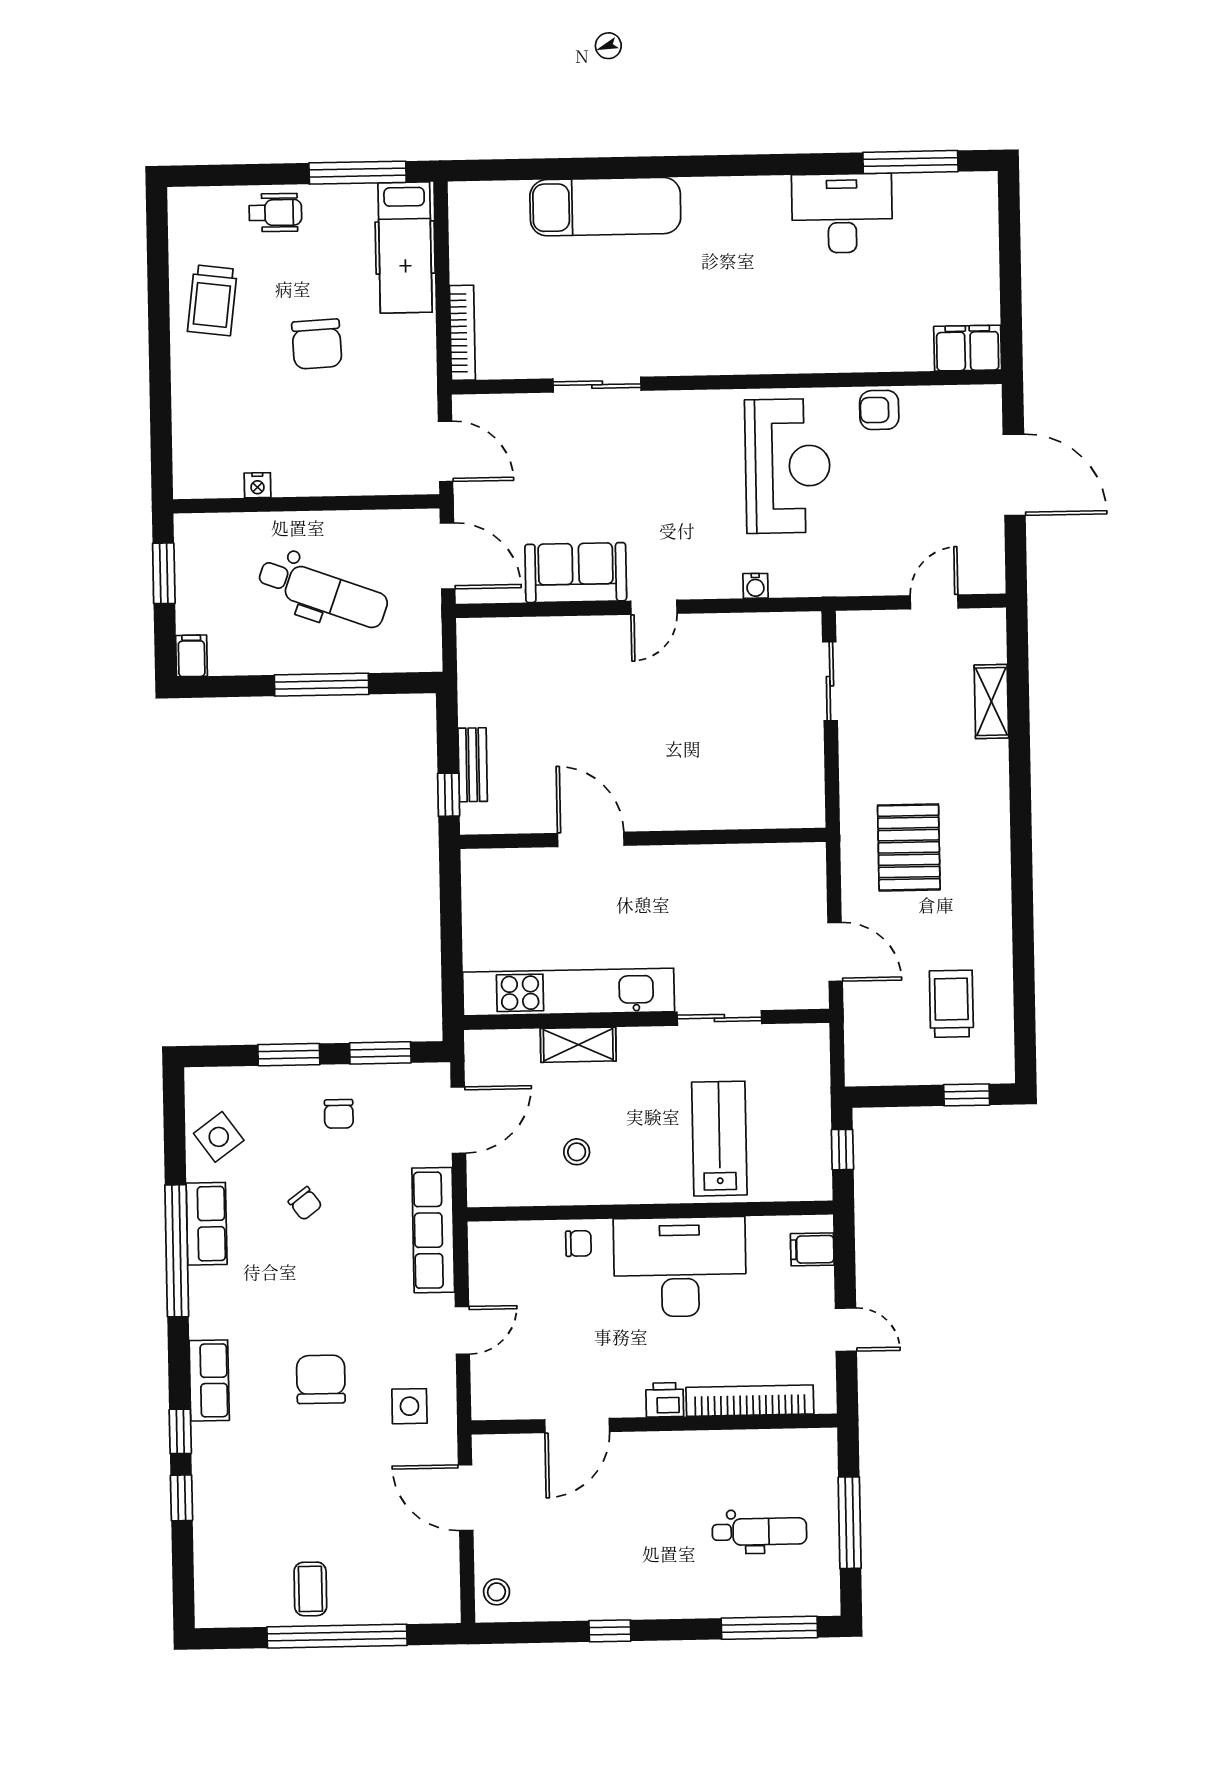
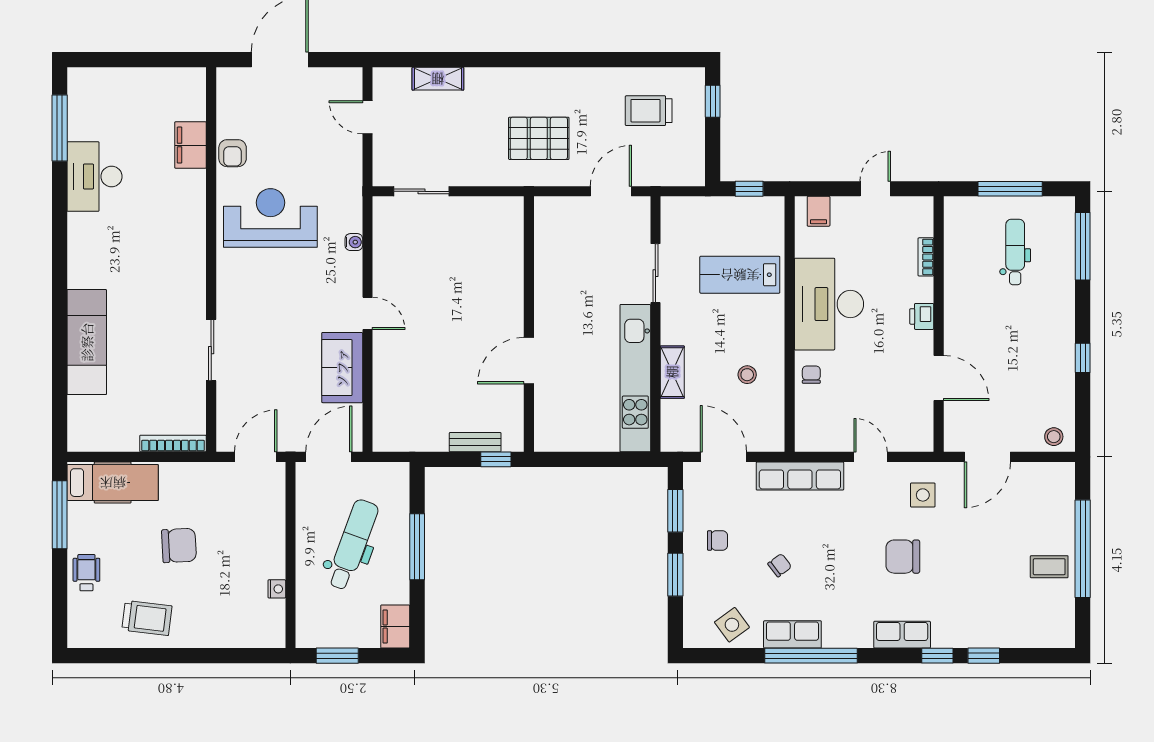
filing cabinet: (968, 348) -> (190, 145), moved
filing cabinet: (191, 656) -> (395, 626), width x2.00
bookcase: (750, 1401) -> (926, 257), width x0.43, depth x0.76

